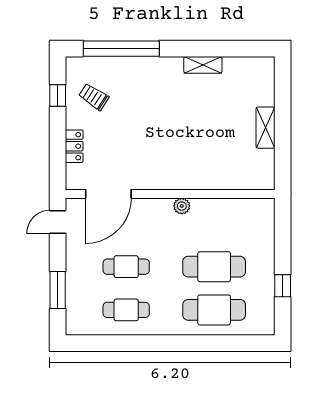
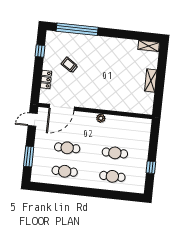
shelving: (203, 65) -> (149, 46), moved
trolley: (94, 97) -> (69, 65), moved
cafe table: (214, 267) -> (115, 153), width x0.73, depth x0.74
cafe table: (214, 310) -> (112, 176), width x0.73, depth x0.74

